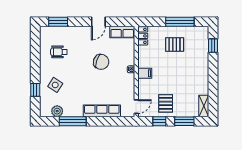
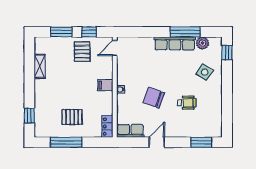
wheelchair: (59, 52) -> (187, 103), moved
window: (35, 90) -> (227, 53), moved
shelving: (204, 106) -> (40, 66), moved
row of seats: (102, 111) -> (175, 43), moved

